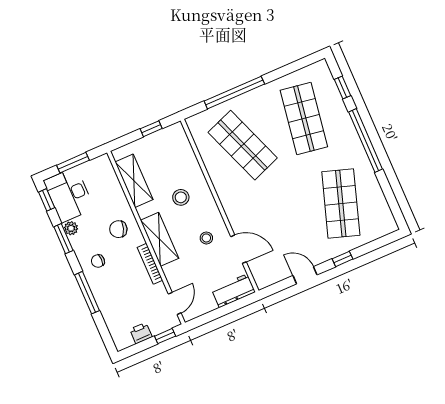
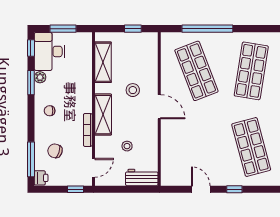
shop shelf: (341, 204) -> (251, 147), turned -33
chair: (118, 229) -> (55, 151), moved
stool: (206, 238) -> (127, 146), moved
door: (239, 249) -> (159, 107), moved
window: (87, 293) -> (31, 159), moved
printer: (141, 333) -> (41, 178), moved, turned 90

